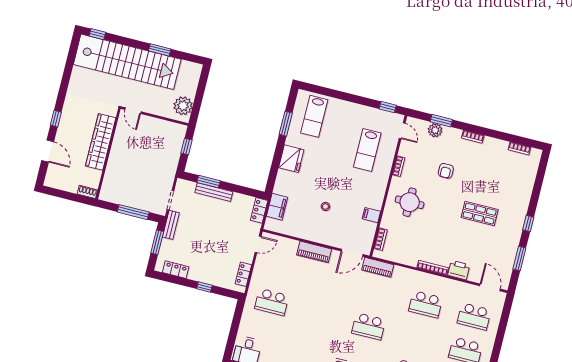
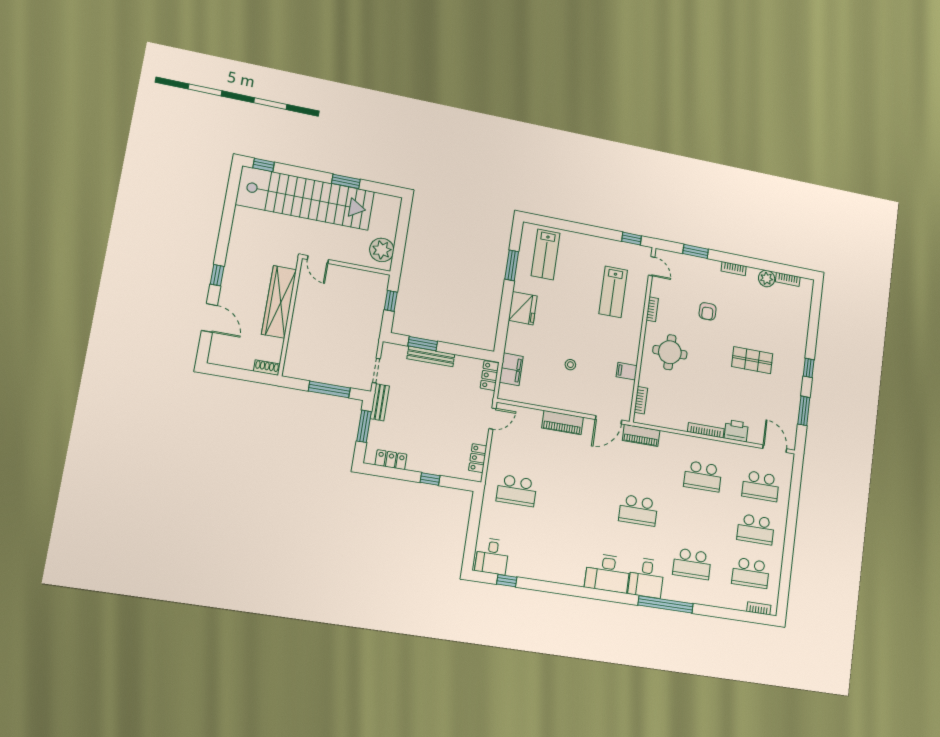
plant: (435, 130) -> (767, 279), moved

